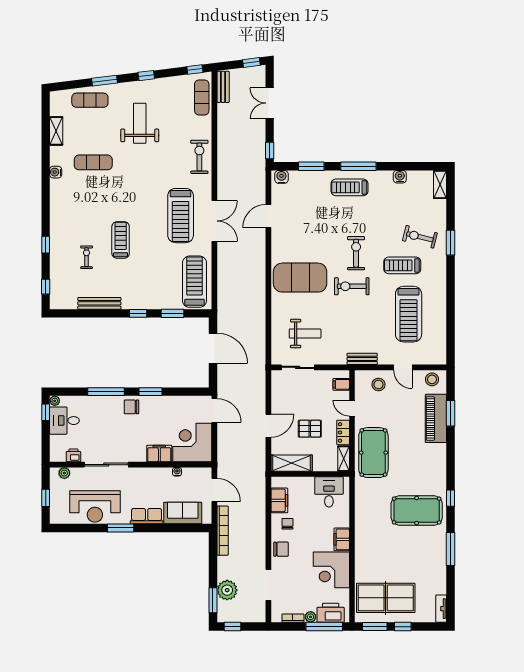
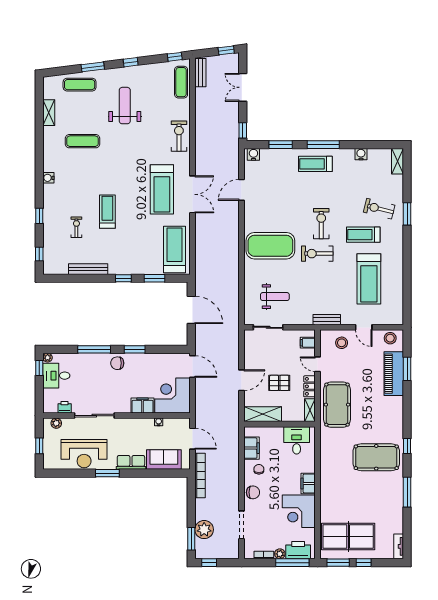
water cooler: (56, 172) -> (48, 178), moved

